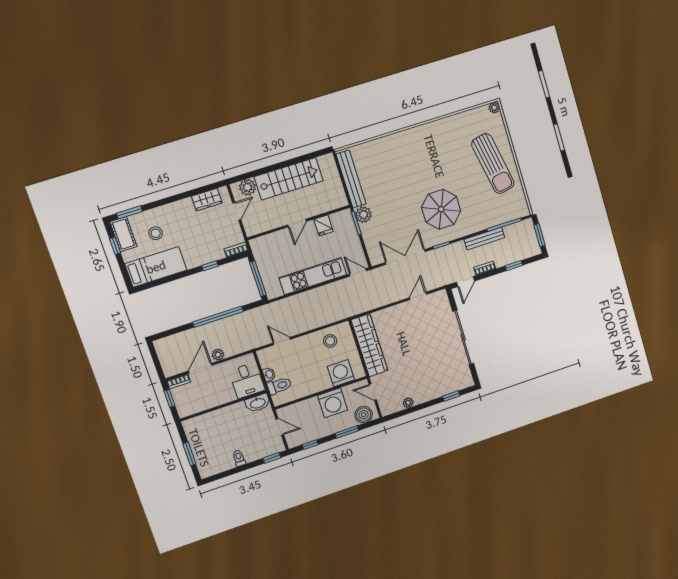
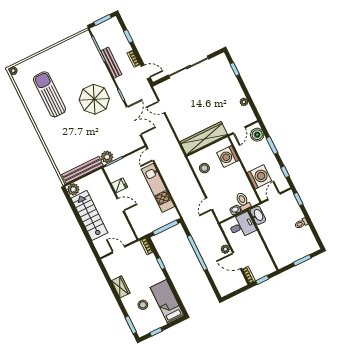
sun lounger: (493, 164) -> (49, 94), moved, turned -79
plant: (247, 187) -> (73, 189), moved
wardrobe: (207, 200) -> (121, 287), moved
cot: (123, 234) -> (147, 327), removed
double door: (405, 257) -> (134, 121), swing flipped
washing machine: (333, 403) -> (259, 177), moved

